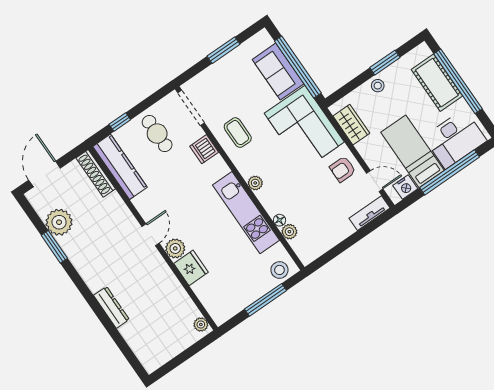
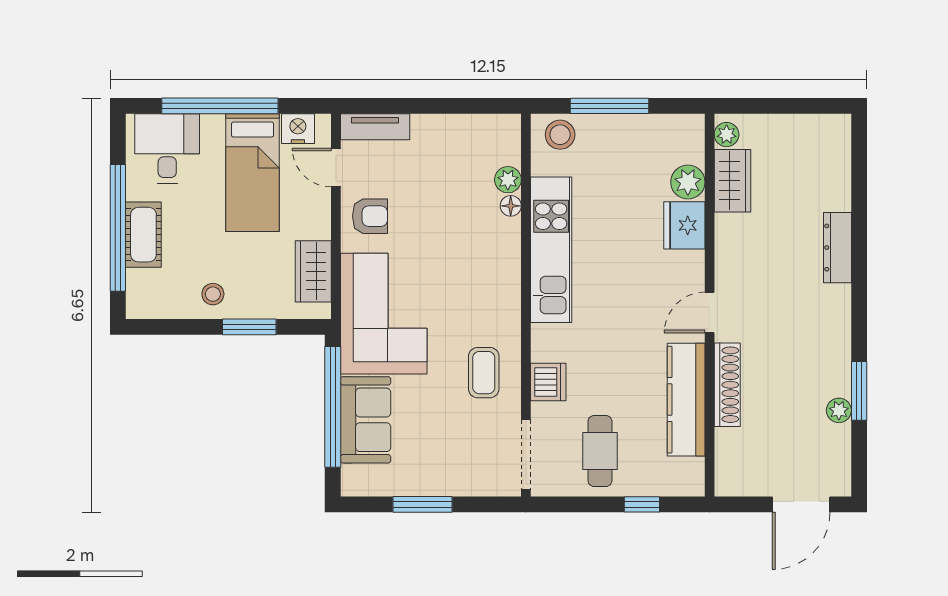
window: (385, 63) -> (249, 327), moved
cot: (437, 83) -> (143, 235), width x0.73, depth x0.75
stool: (378, 86) -> (213, 294), moved
desk: (455, 139) -> (167, 148), width x0.73
kitchen counter: (120, 167) -> (686, 400), moved
shoe rack: (96, 173) -> (727, 385), moved
plant: (255, 183) -> (509, 283), removed
plant: (59, 222) -> (839, 410), width x0.53, depth x0.53
plant: (175, 248) -> (688, 182), moved
wardrobe: (183, 305) -> (732, 181), added

